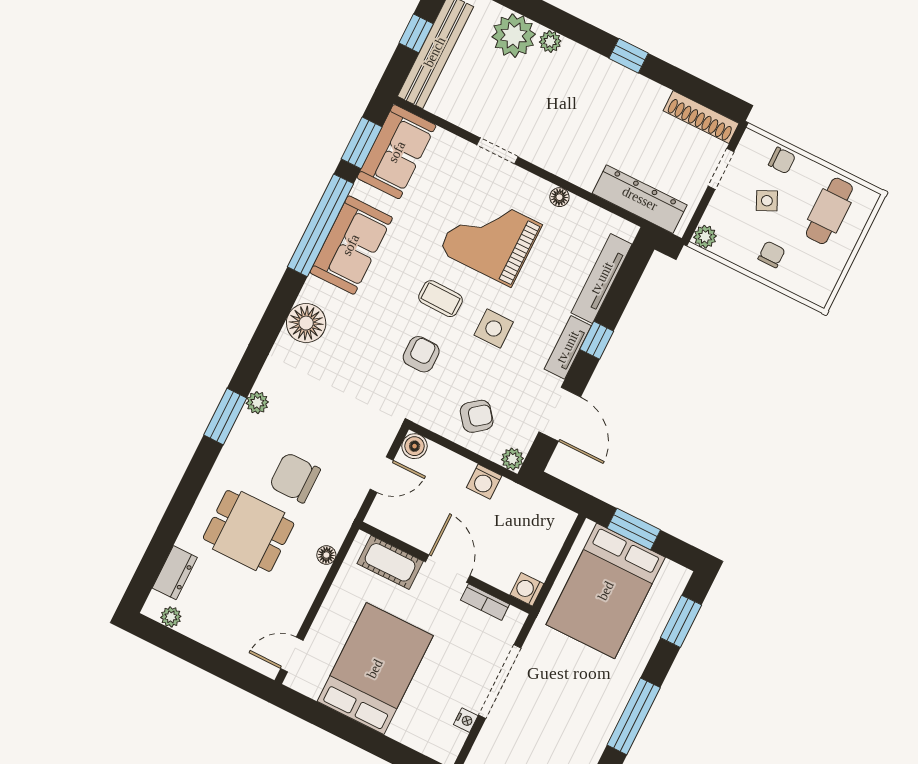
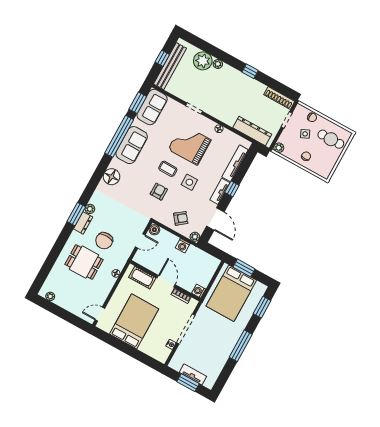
cafe table: (829, 211) -> (331, 139), turned 90
chair: (295, 478) -> (104, 241), turned -90
dresser: (175, 573) -> (83, 223), moved

